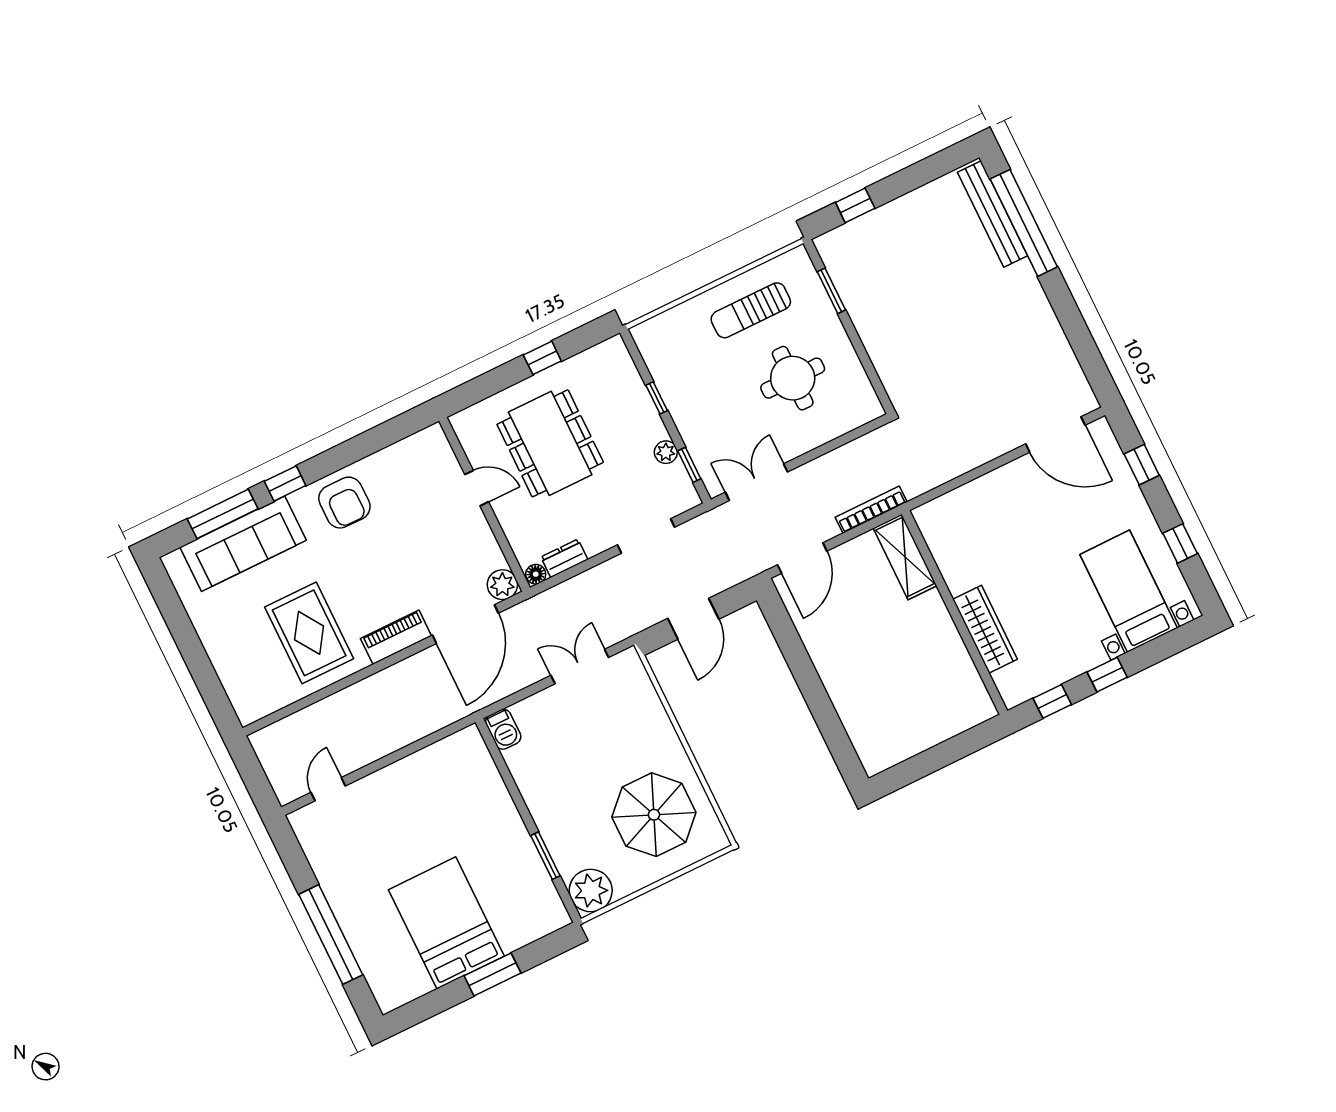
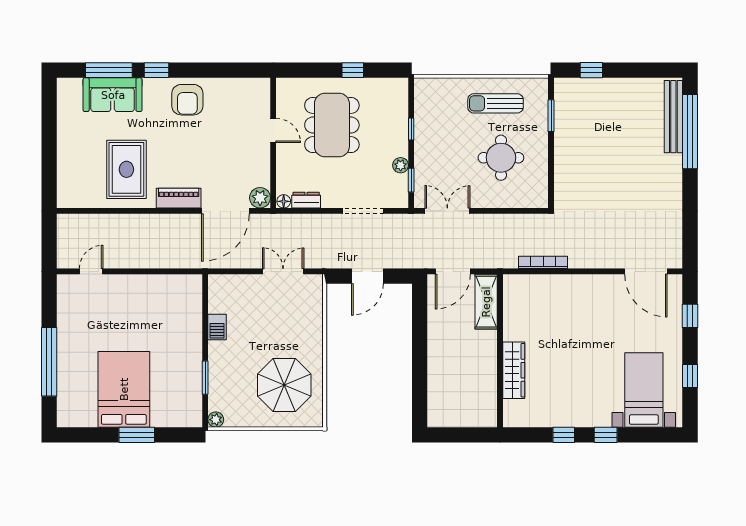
bookcase: (871, 510) -> (543, 262), moved
sofa: (243, 544) -> (113, 95), width x0.73
shelving: (905, 557) -> (486, 302), moved
wall: (955, 613) -> (500, 351), moved
wardrobe: (985, 629) -> (514, 370), moved
barbecue: (503, 729) -> (217, 327), moved
plant: (591, 891) -> (216, 420), width x0.53, depth x0.53

